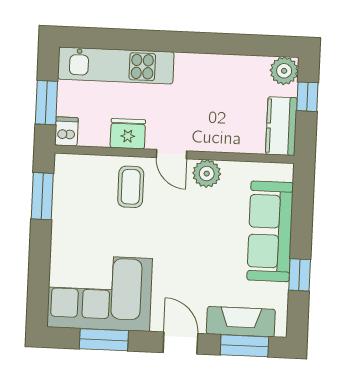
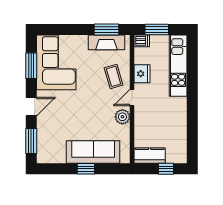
plant: (284, 71) -> (179, 156), removed
coffee table: (131, 187) -> (114, 76), turned 74
window: (300, 275) -> (86, 169), moved
fireplace: (241, 322) -> (106, 42), moved, turned 90

